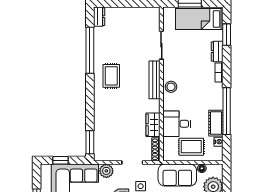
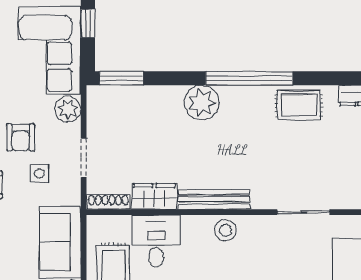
window: (90, 50) -> (249, 78), moved
rug: (111, 76) -> (299, 105), moved
bench: (154, 80) -> (214, 199), moved
plant: (103, 99) -> (202, 103), added

